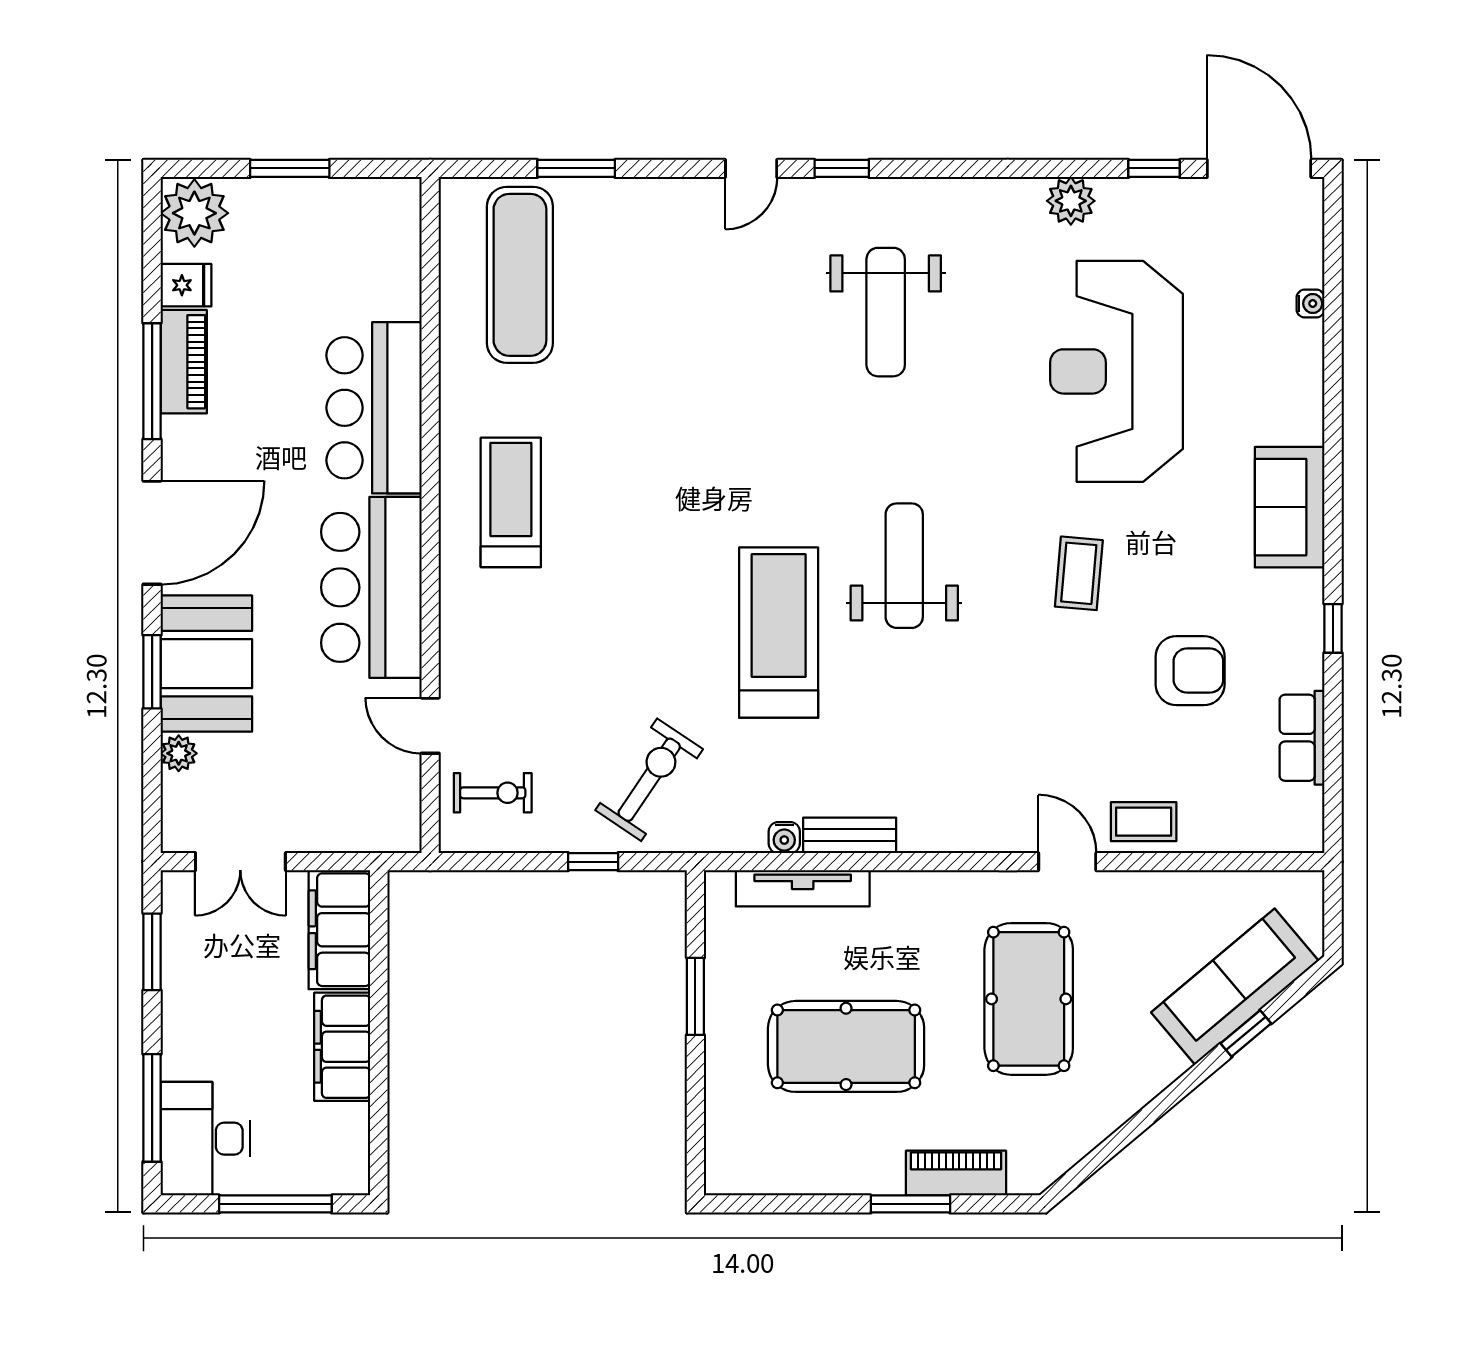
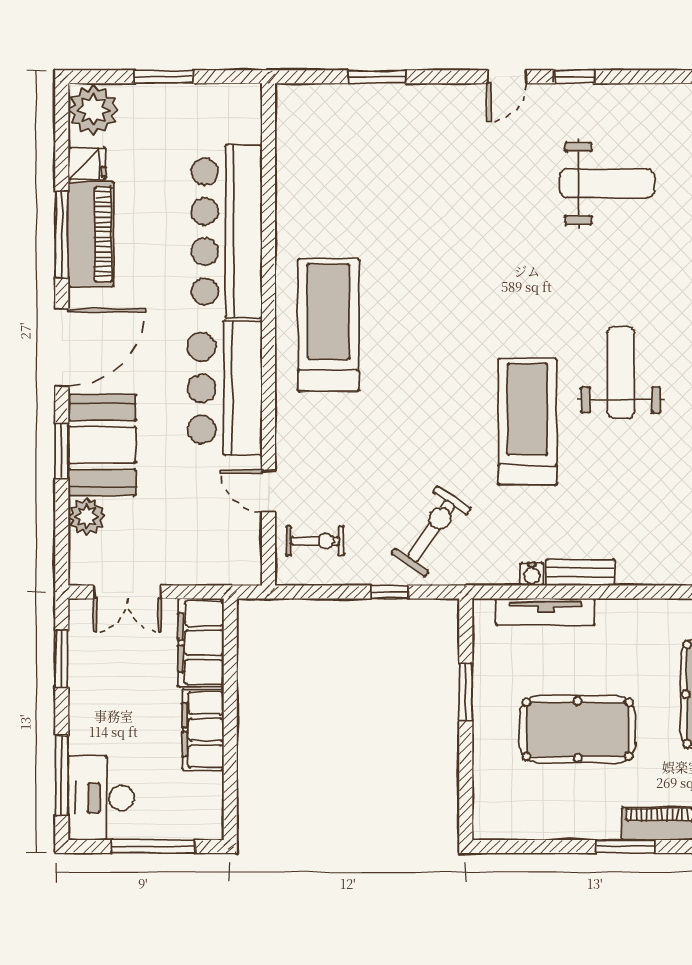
exercise mat: (520, 275) -> (335, 156), removed
weight bench: (886, 312) -> (607, 183), turned -90
piano: (184, 362) -> (91, 234), width x1.37, depth x1.33
bar counter: (374, 408) -> (227, 232), width x1.36
treadmill: (511, 502) -> (328, 325), width x1.37, depth x1.38
plant: (179, 753) -> (87, 517), width x1.38, depth x1.38

